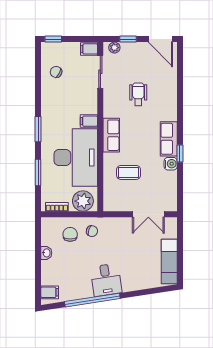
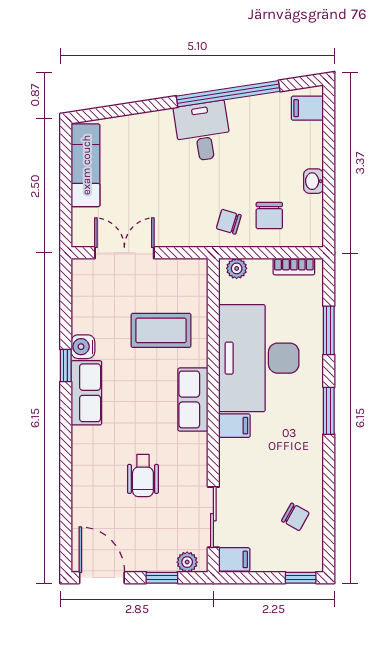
coffee table: (129, 172) -> (161, 330), width x1.36, depth x1.30
plant: (83, 201) -> (237, 268), width x0.53, depth x0.53

